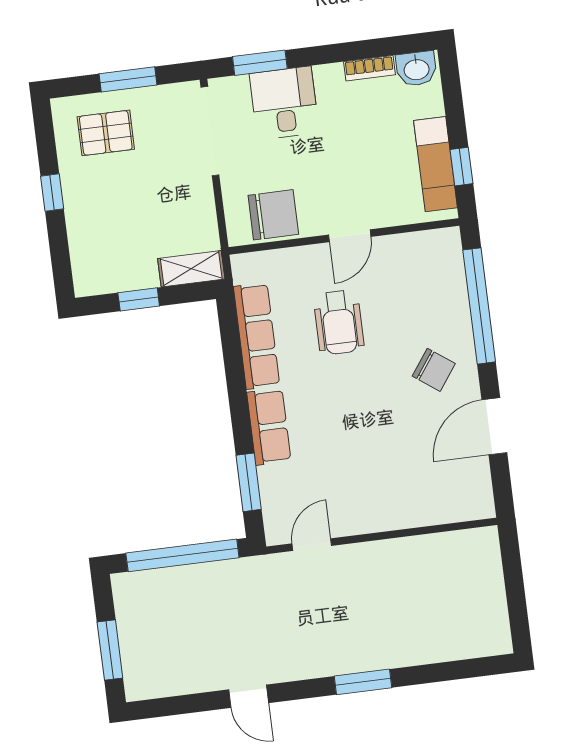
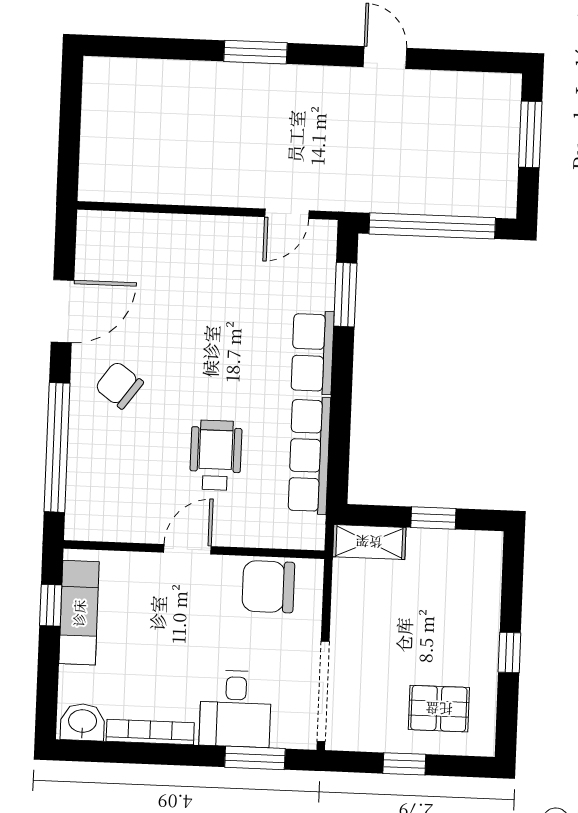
bookcase: (369, 68) -> (150, 732), width x1.56
window: (128, 79) -> (404, 764), width x0.67

